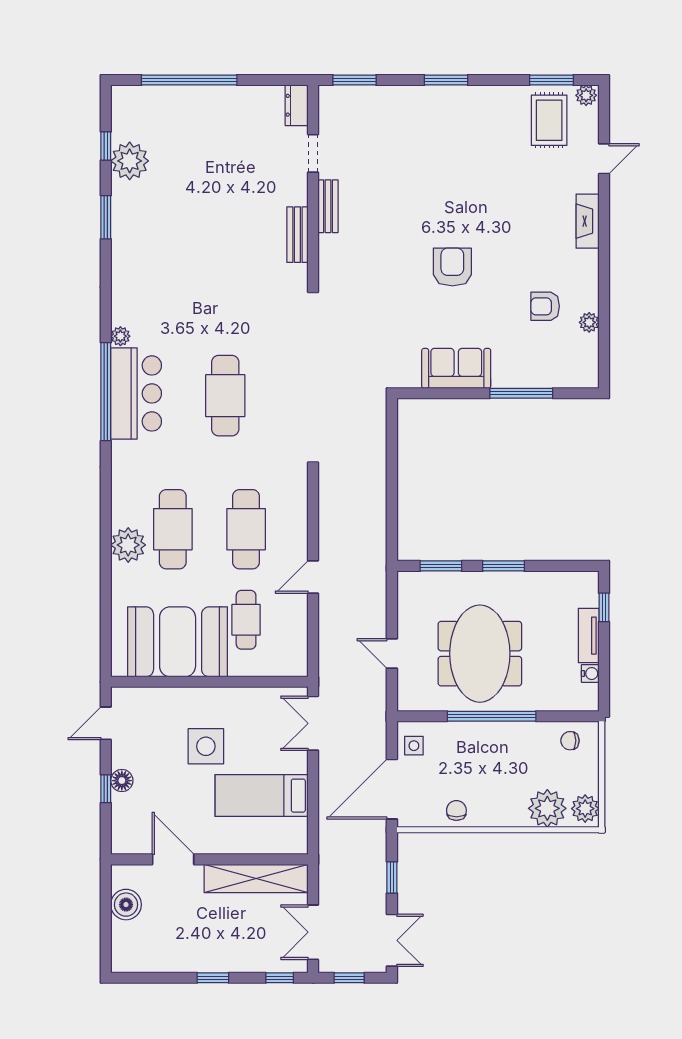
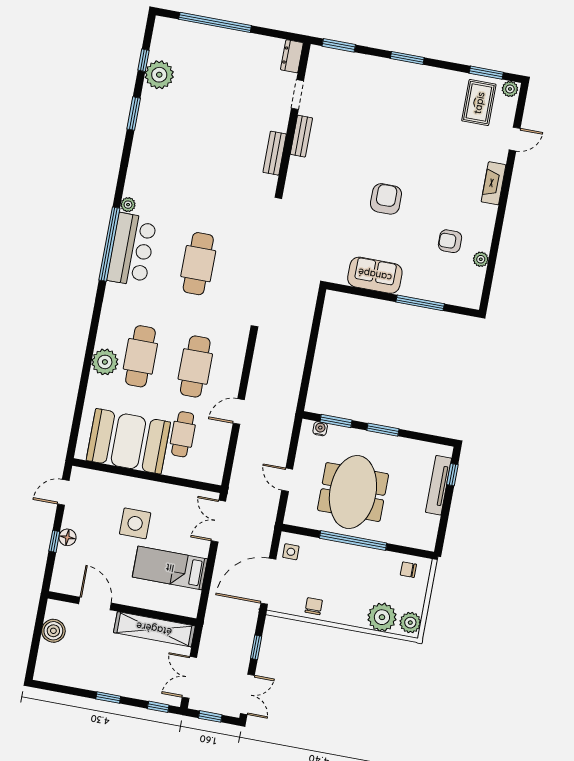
tv unit: (589, 636) -> (439, 485), width x1.41
water cooler: (590, 674) -> (320, 429), moved, turned -90

